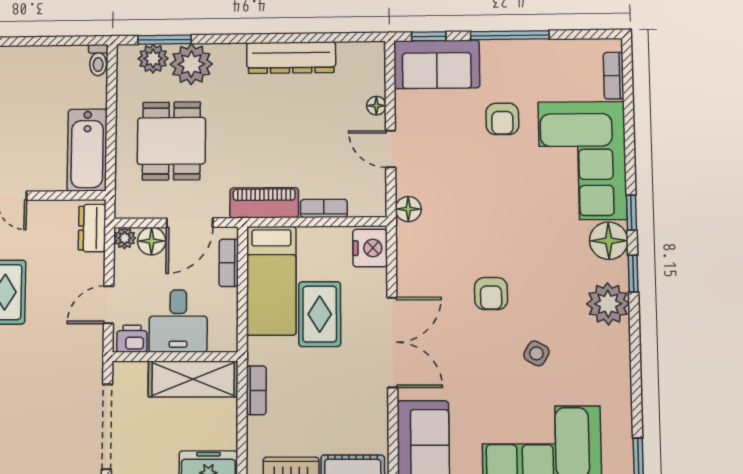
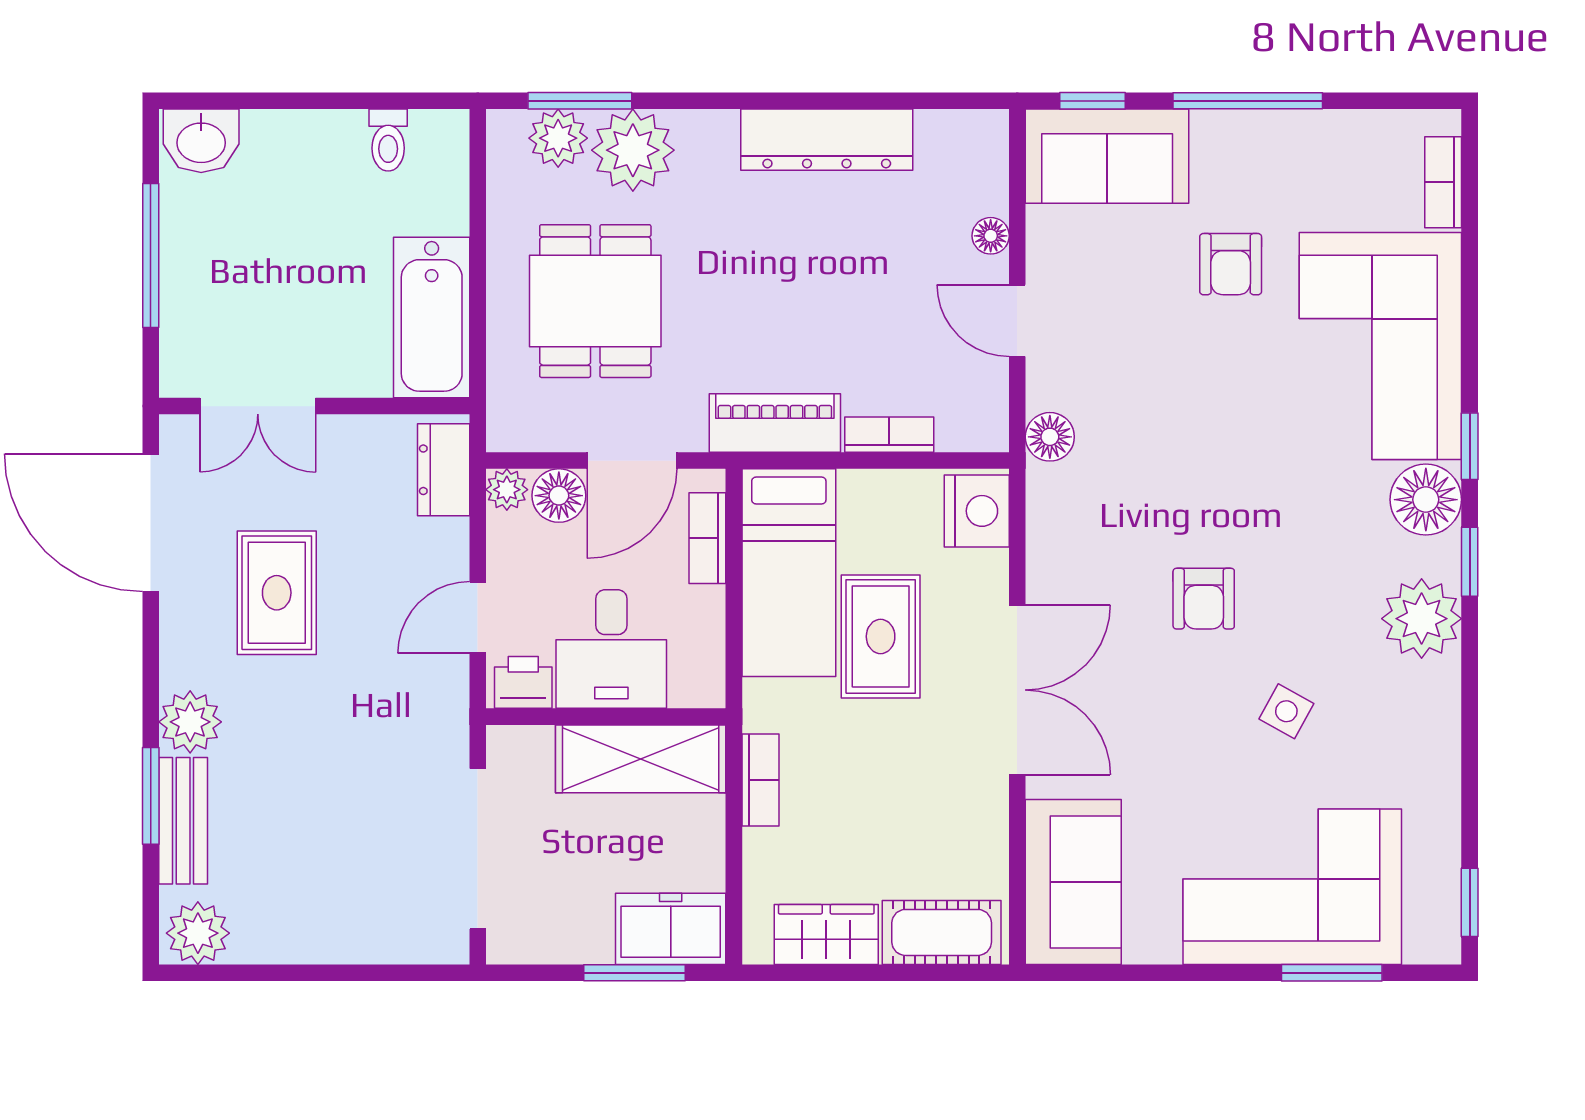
toilet: (98, 60) -> (388, 140), moved

